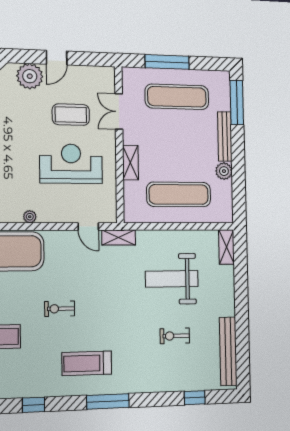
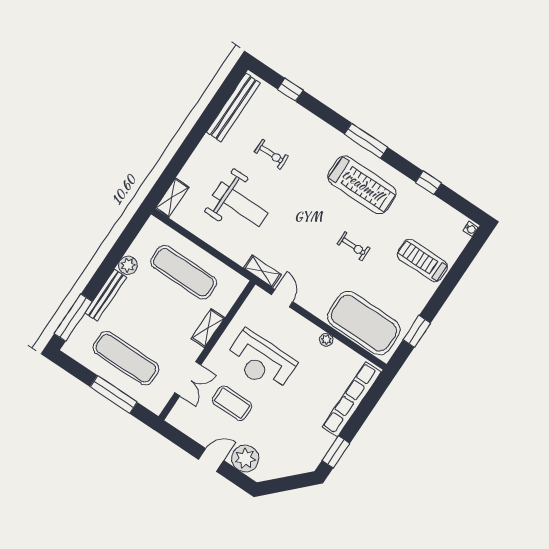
treadmill: (87, 363) -> (362, 185), width x1.37, depth x1.38

